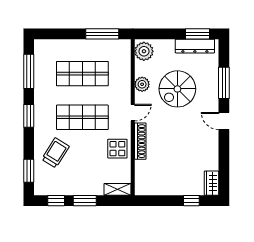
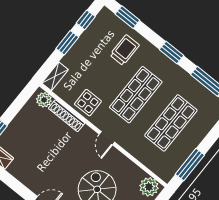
plant: (142, 84) -> (44, 100), moved
shoe rack: (140, 141) -> (67, 116), moved
trolley: (55, 153) -> (125, 50), turned -122

